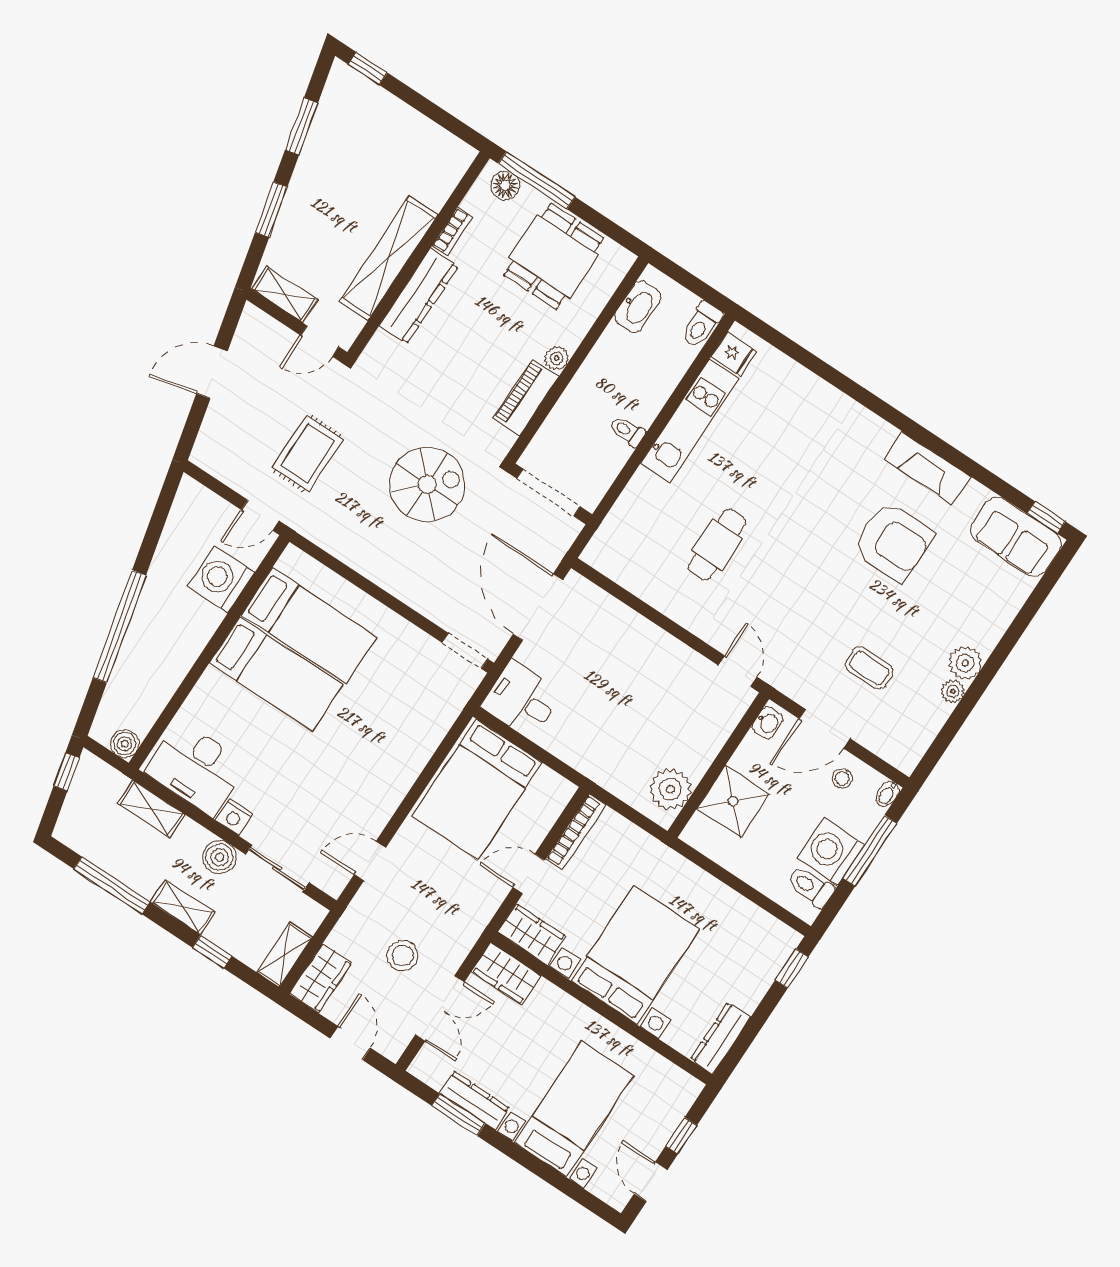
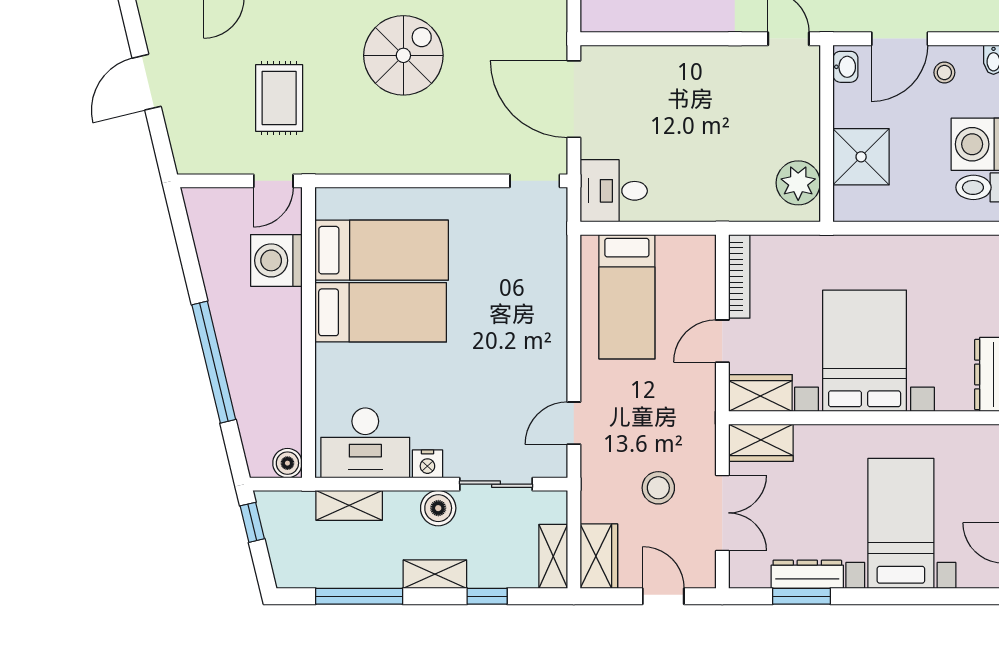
bed: (477, 789) -> (627, 297), width x0.67

